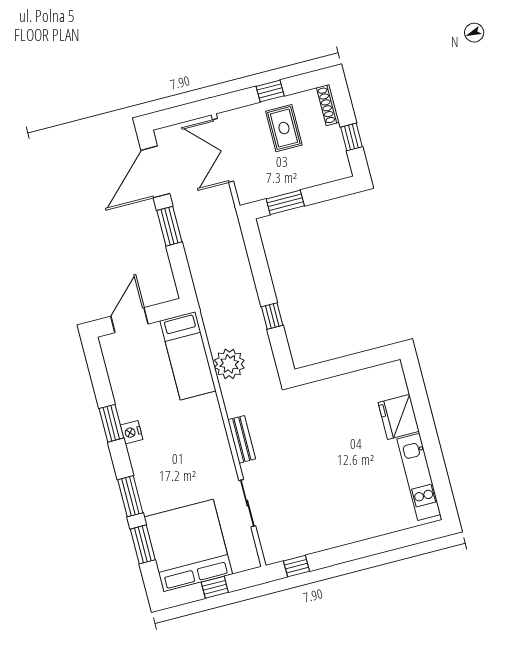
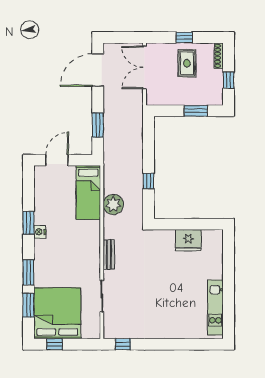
window: (285, 202) -> (196, 111), moved
window: (169, 226) -> (98, 125), moved
fridge: (399, 417) -> (188, 240), moved, turned -90
window: (215, 587) -> (55, 344), moved

